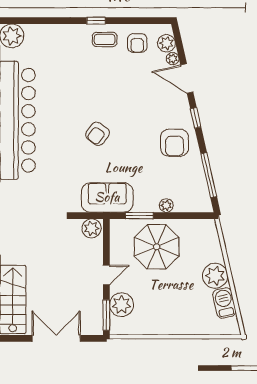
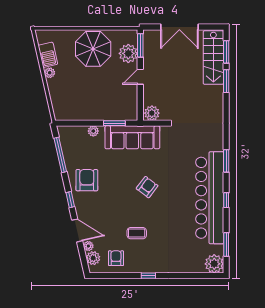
coffee table: (105, 39) -> (137, 233), moved
sofa: (107, 197) -> (132, 137), width x1.36
parasol: (157, 247) -> (93, 49), moved
plant: (215, 276) -> (50, 73), width x0.53, depth x0.53

